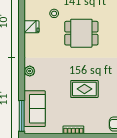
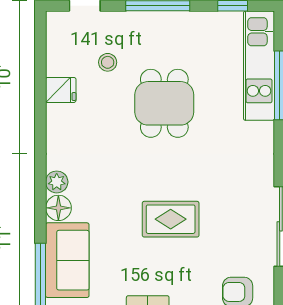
dining table: (81, 33) -> (164, 103), turned 90
floor lamp: (30, 84) -> (58, 208), added

